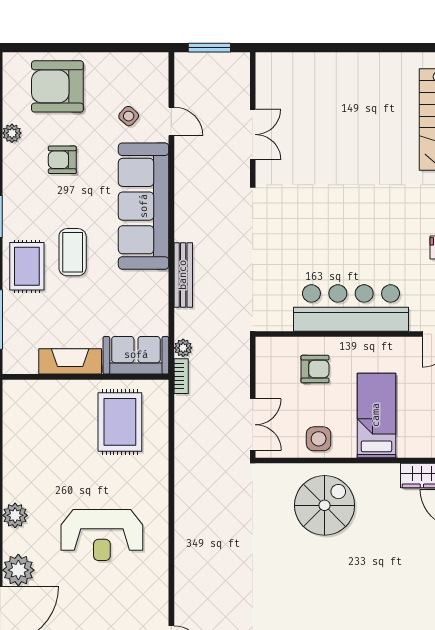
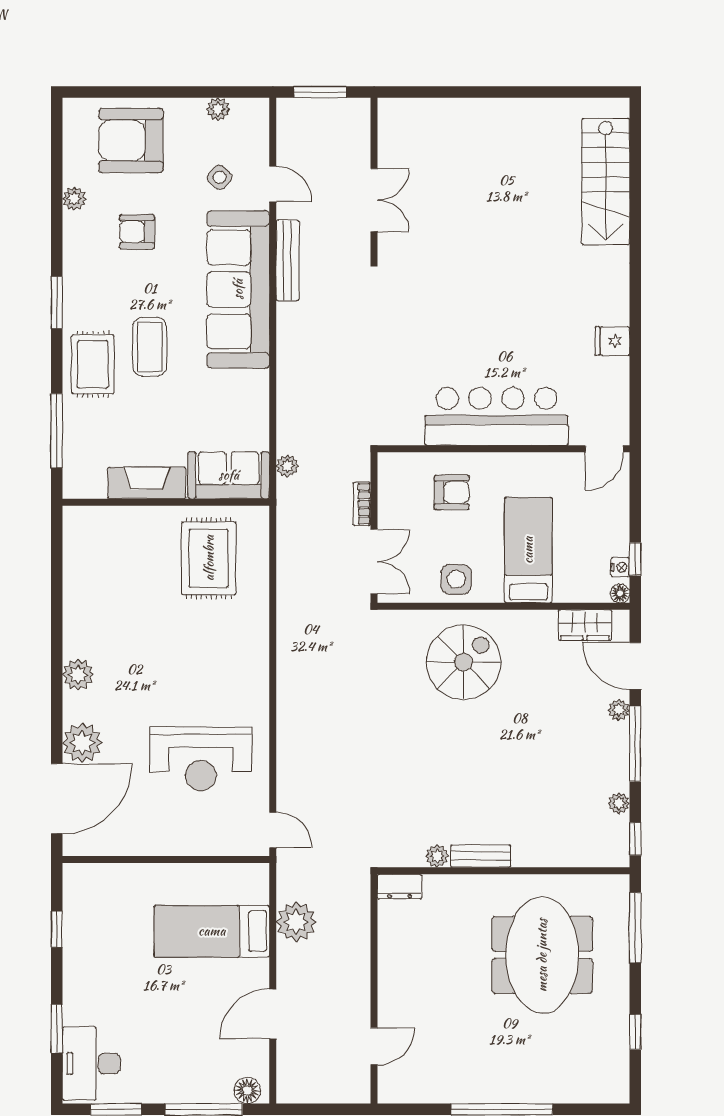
plant: (127, 61) -> (218, 109), added
bench: (183, 275) -> (288, 261), moved
bookcase: (181, 376) -> (362, 504), moved, turned 180
reception desk: (102, 535) -> (201, 759), moved

